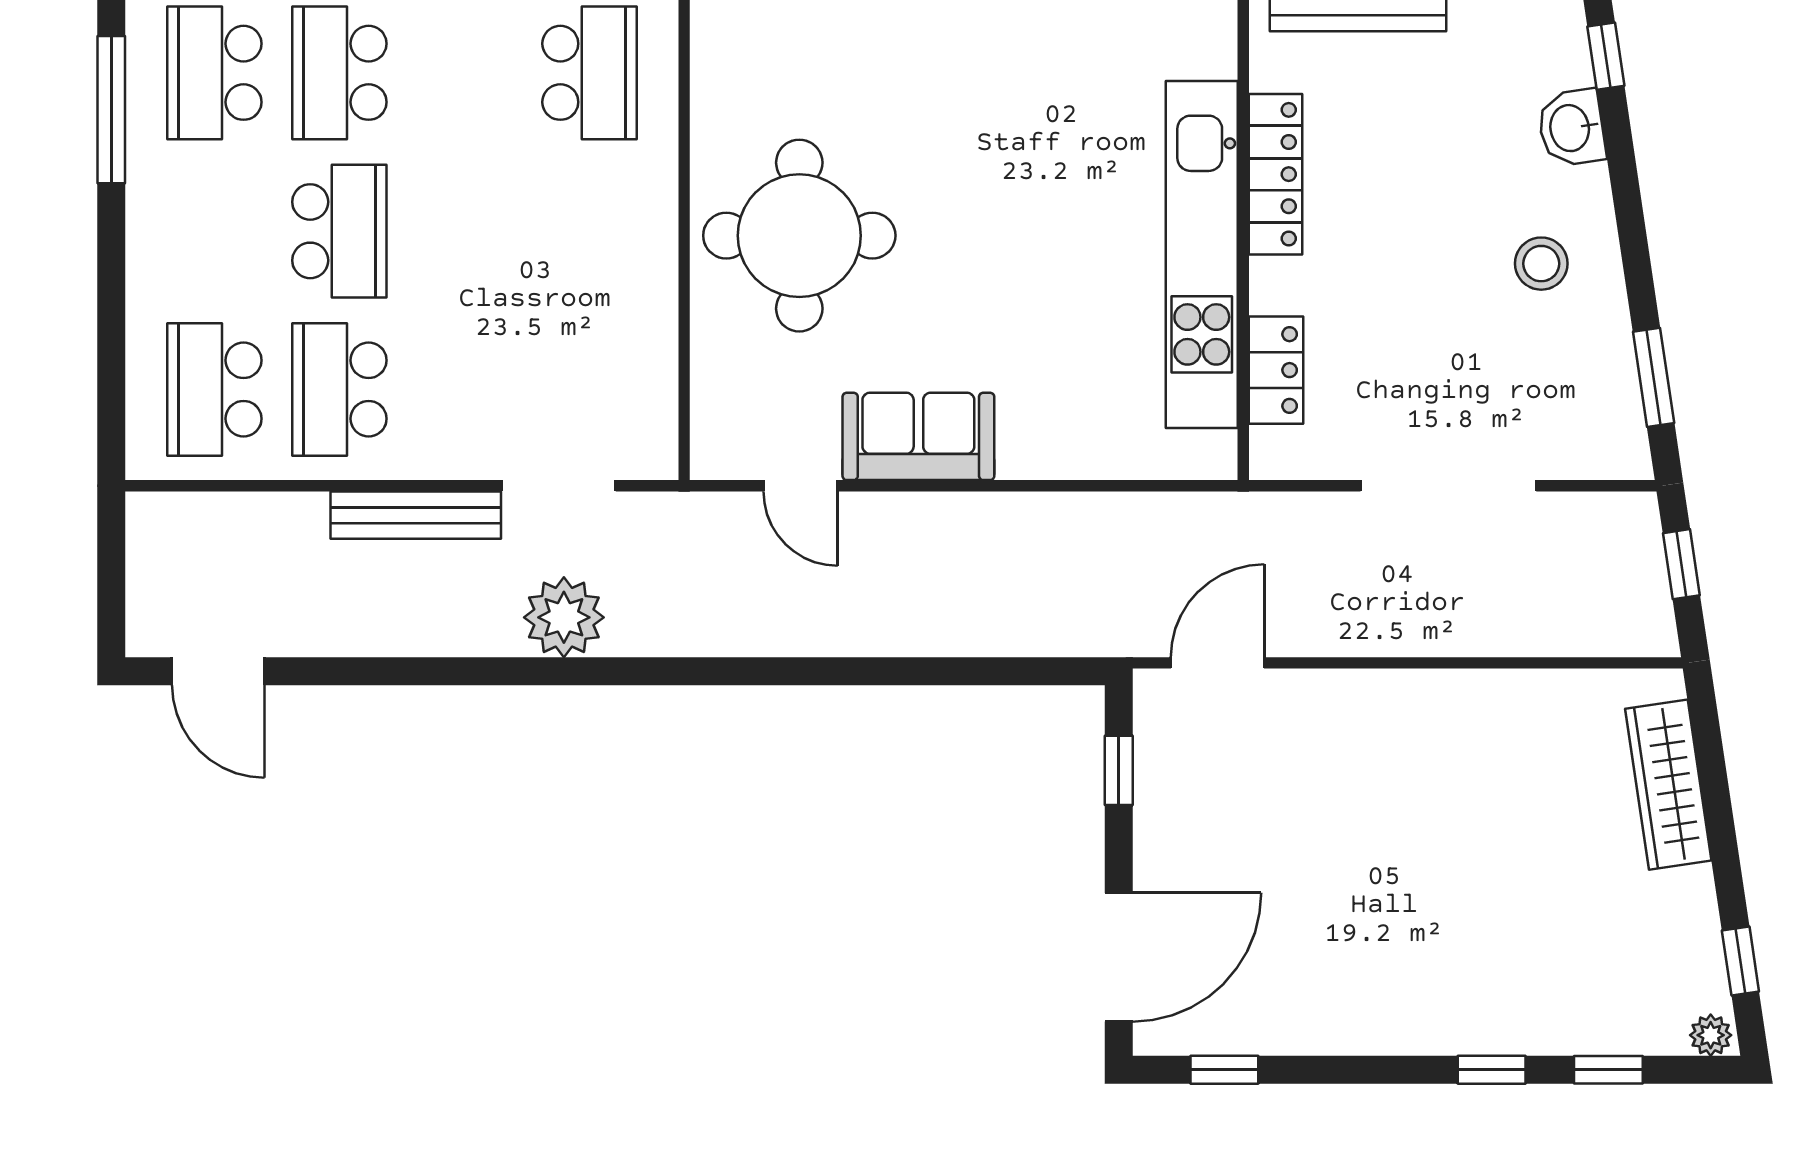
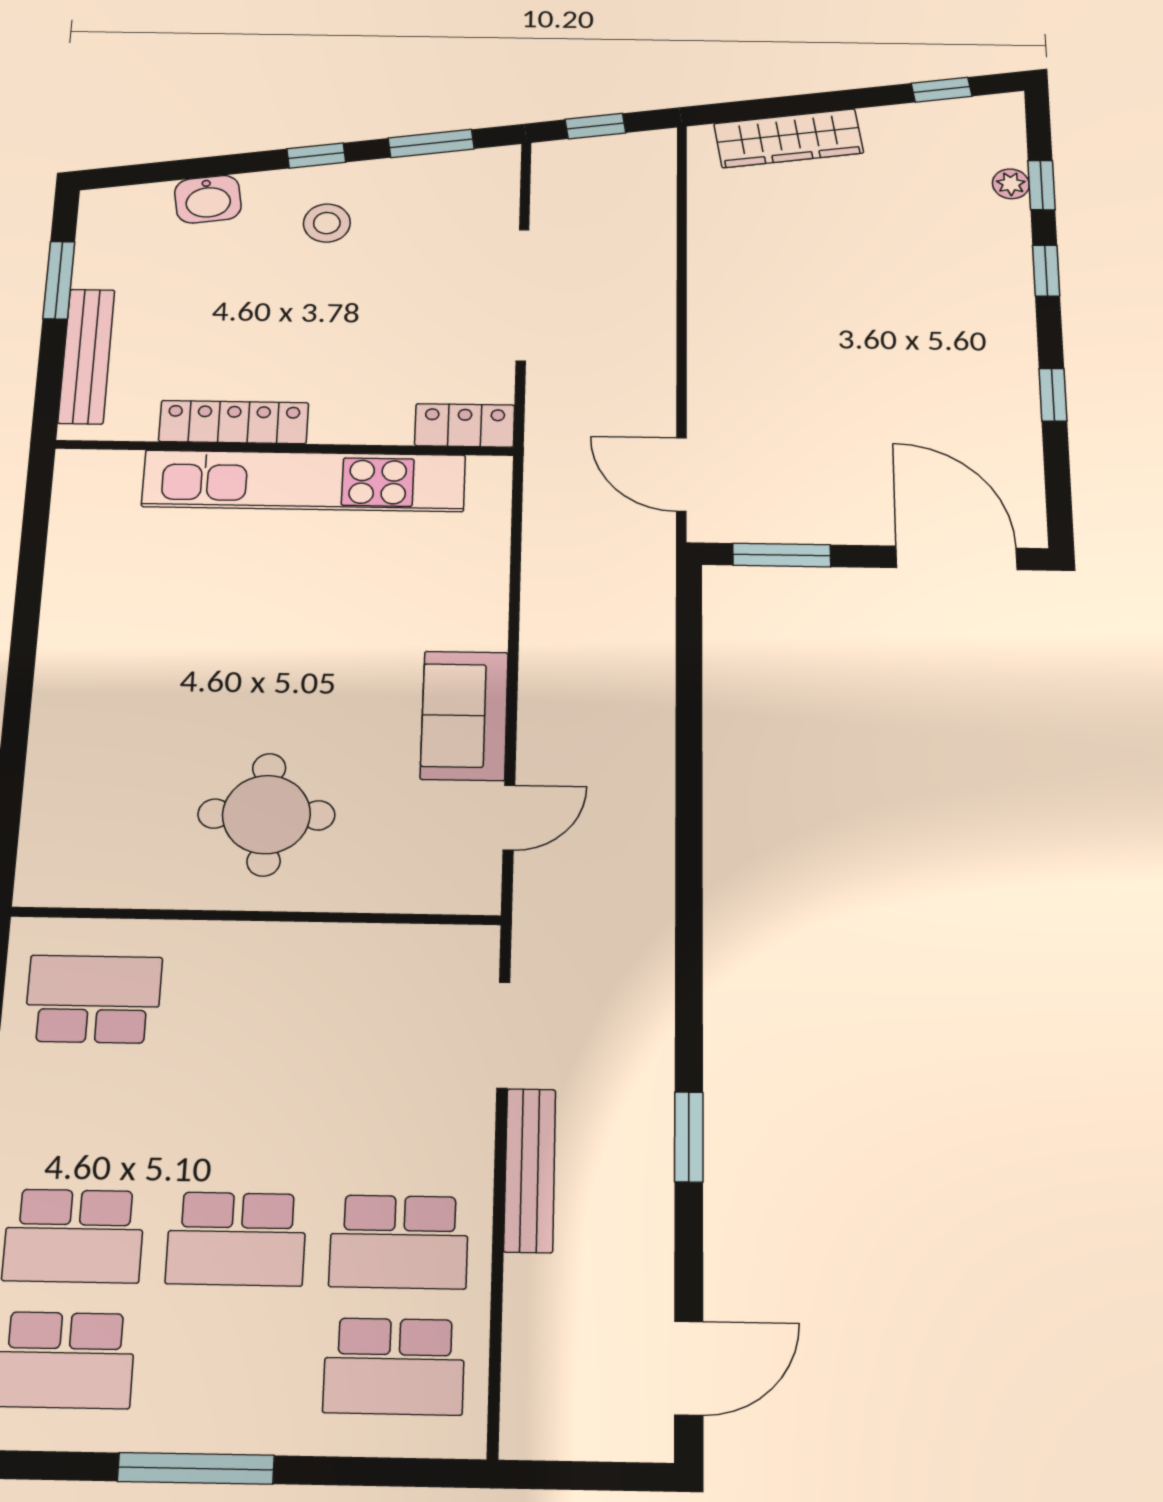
window: (1606, 56) -> (316, 156), moved
window: (111, 110) -> (196, 1468), moved
school desk: (339, 231) -> (236, 1239), turned 180
round table: (799, 236) -> (266, 815), width x0.73, depth x0.73
locker: (1276, 370) -> (465, 425), moved
plant: (564, 617) -> (635, 1032), removed
window: (454, 671) -> (689, 1137), added
window: (1119, 770) -> (782, 555), width x1.50
plant: (1711, 1035) -> (1011, 184), moved
window: (1224, 1070) -> (1053, 395), moved

